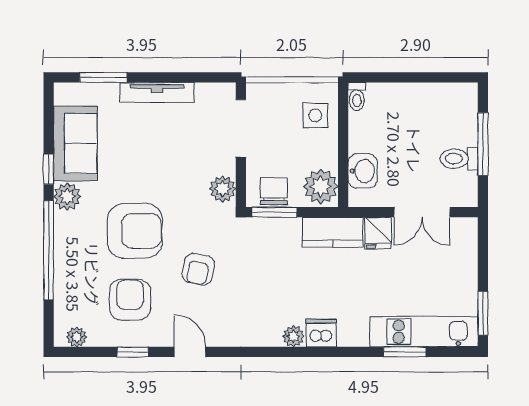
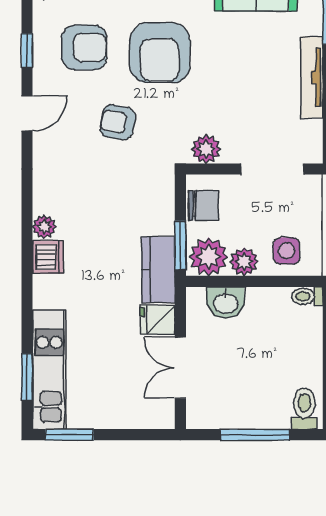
plant: (325, 154) -> (244, 262), added
toilet: (459, 159) -> (304, 409), moved
window: (275, 212) -> (180, 245), moved
window: (405, 352) -> (27, 377), moved

